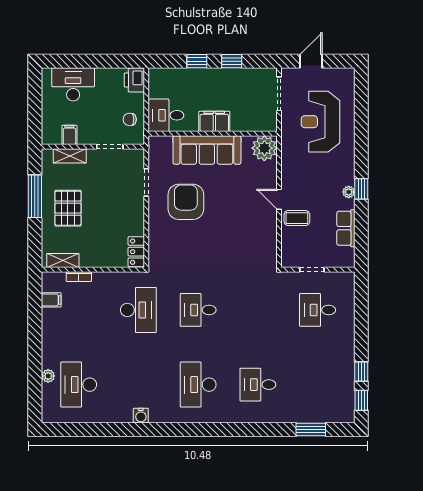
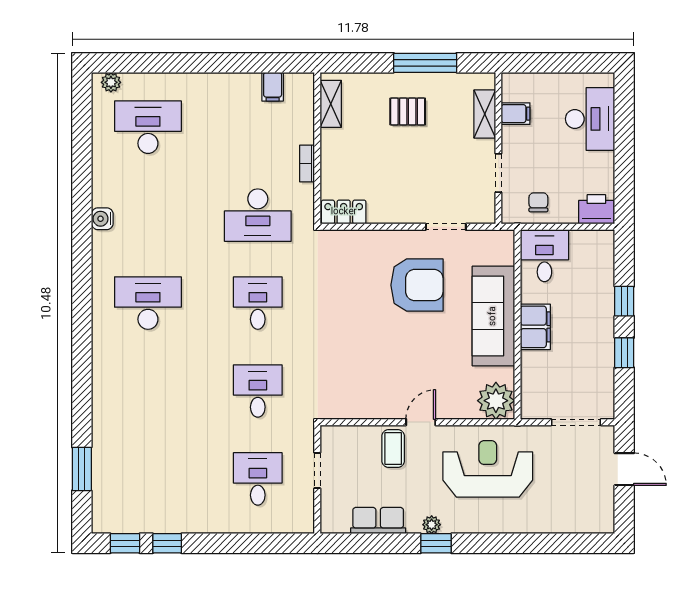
reception desk: (320, 122) -> (488, 469), moved
pallet: (68, 208) -> (408, 112), width x0.67, depth x0.71
bookcase: (79, 277) -> (307, 164), moved
plant: (48, 376) -> (111, 82), moved
desk: (258, 385) -> (258, 391), moved

